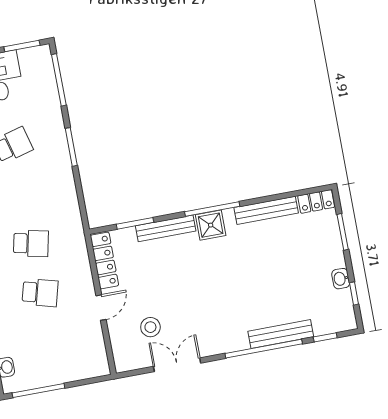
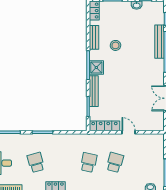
bench: (266, 210) -> (94, 37), width x0.73
stool: (150, 327) -> (115, 45), moved

